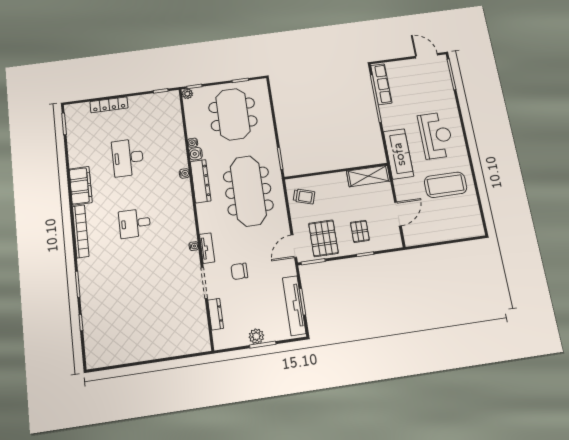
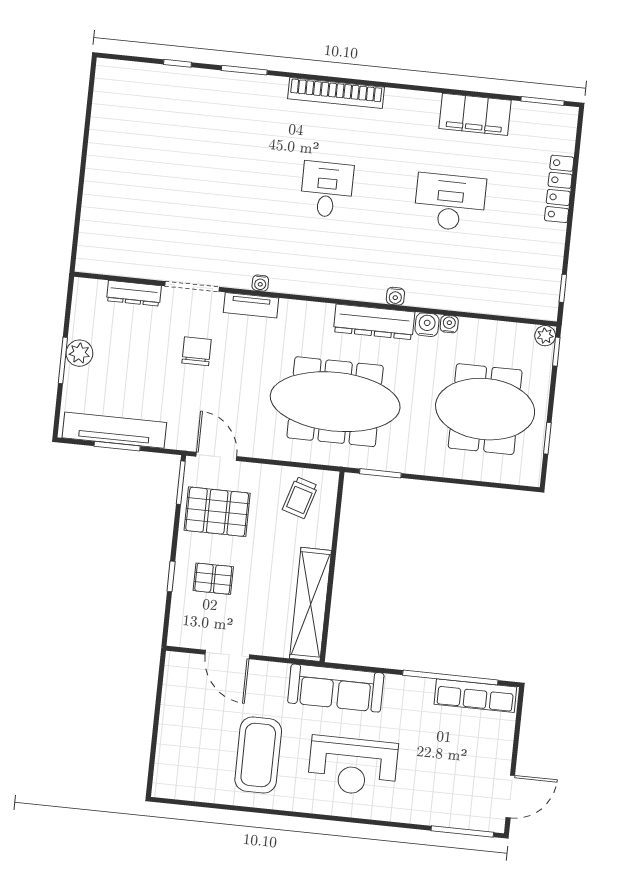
shelving: (368, 176) -> (310, 604), width x1.47
filing cabinet: (81, 186) -> (475, 114), moved

